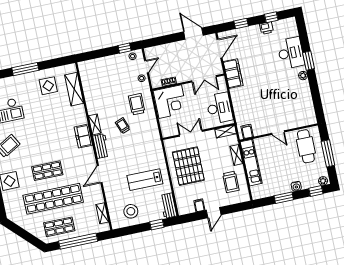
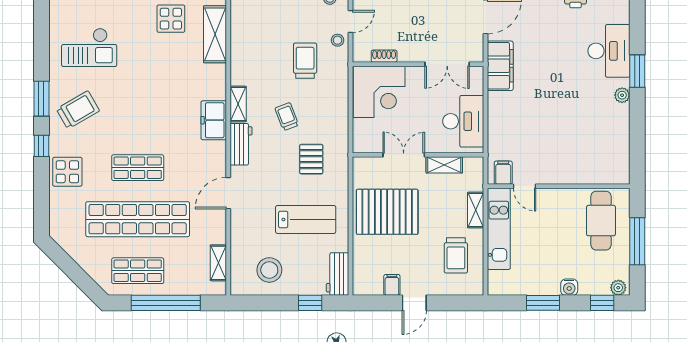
trolley: (137, 104) -> (305, 61), moved
shelving: (226, 131) -> (444, 165), moved
door: (278, 133) -> (525, 186), moved
pallet: (141, 146) -> (311, 159), added
pallet: (188, 166) -> (387, 212), turned 90
lab bench: (145, 180) -> (306, 219), turned 180

